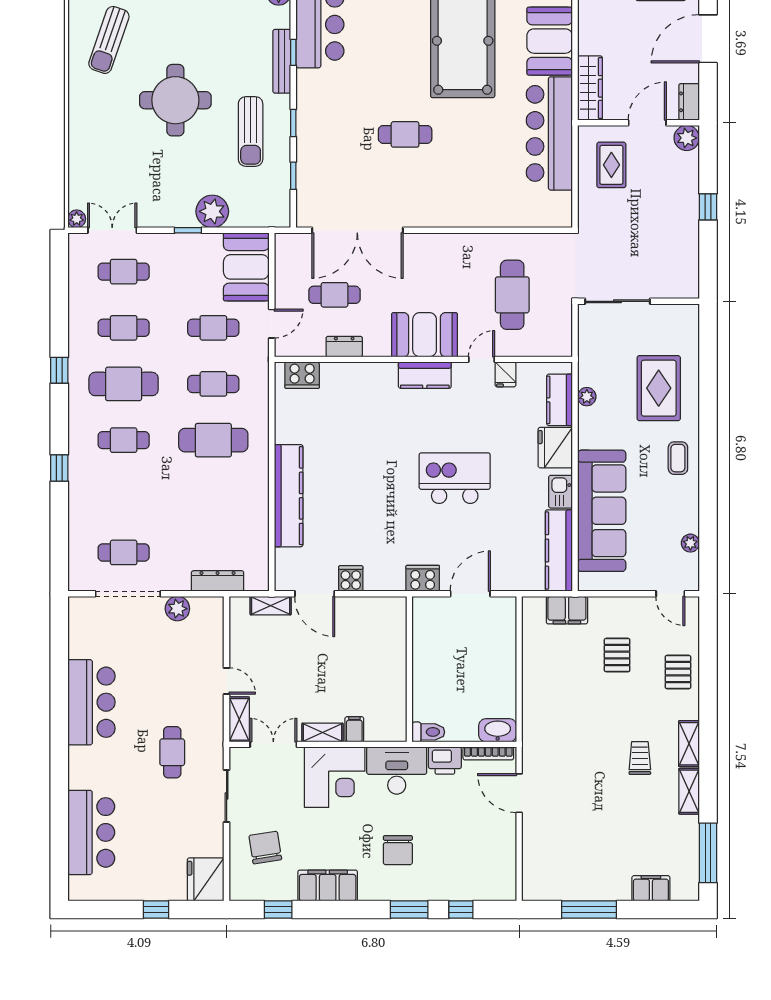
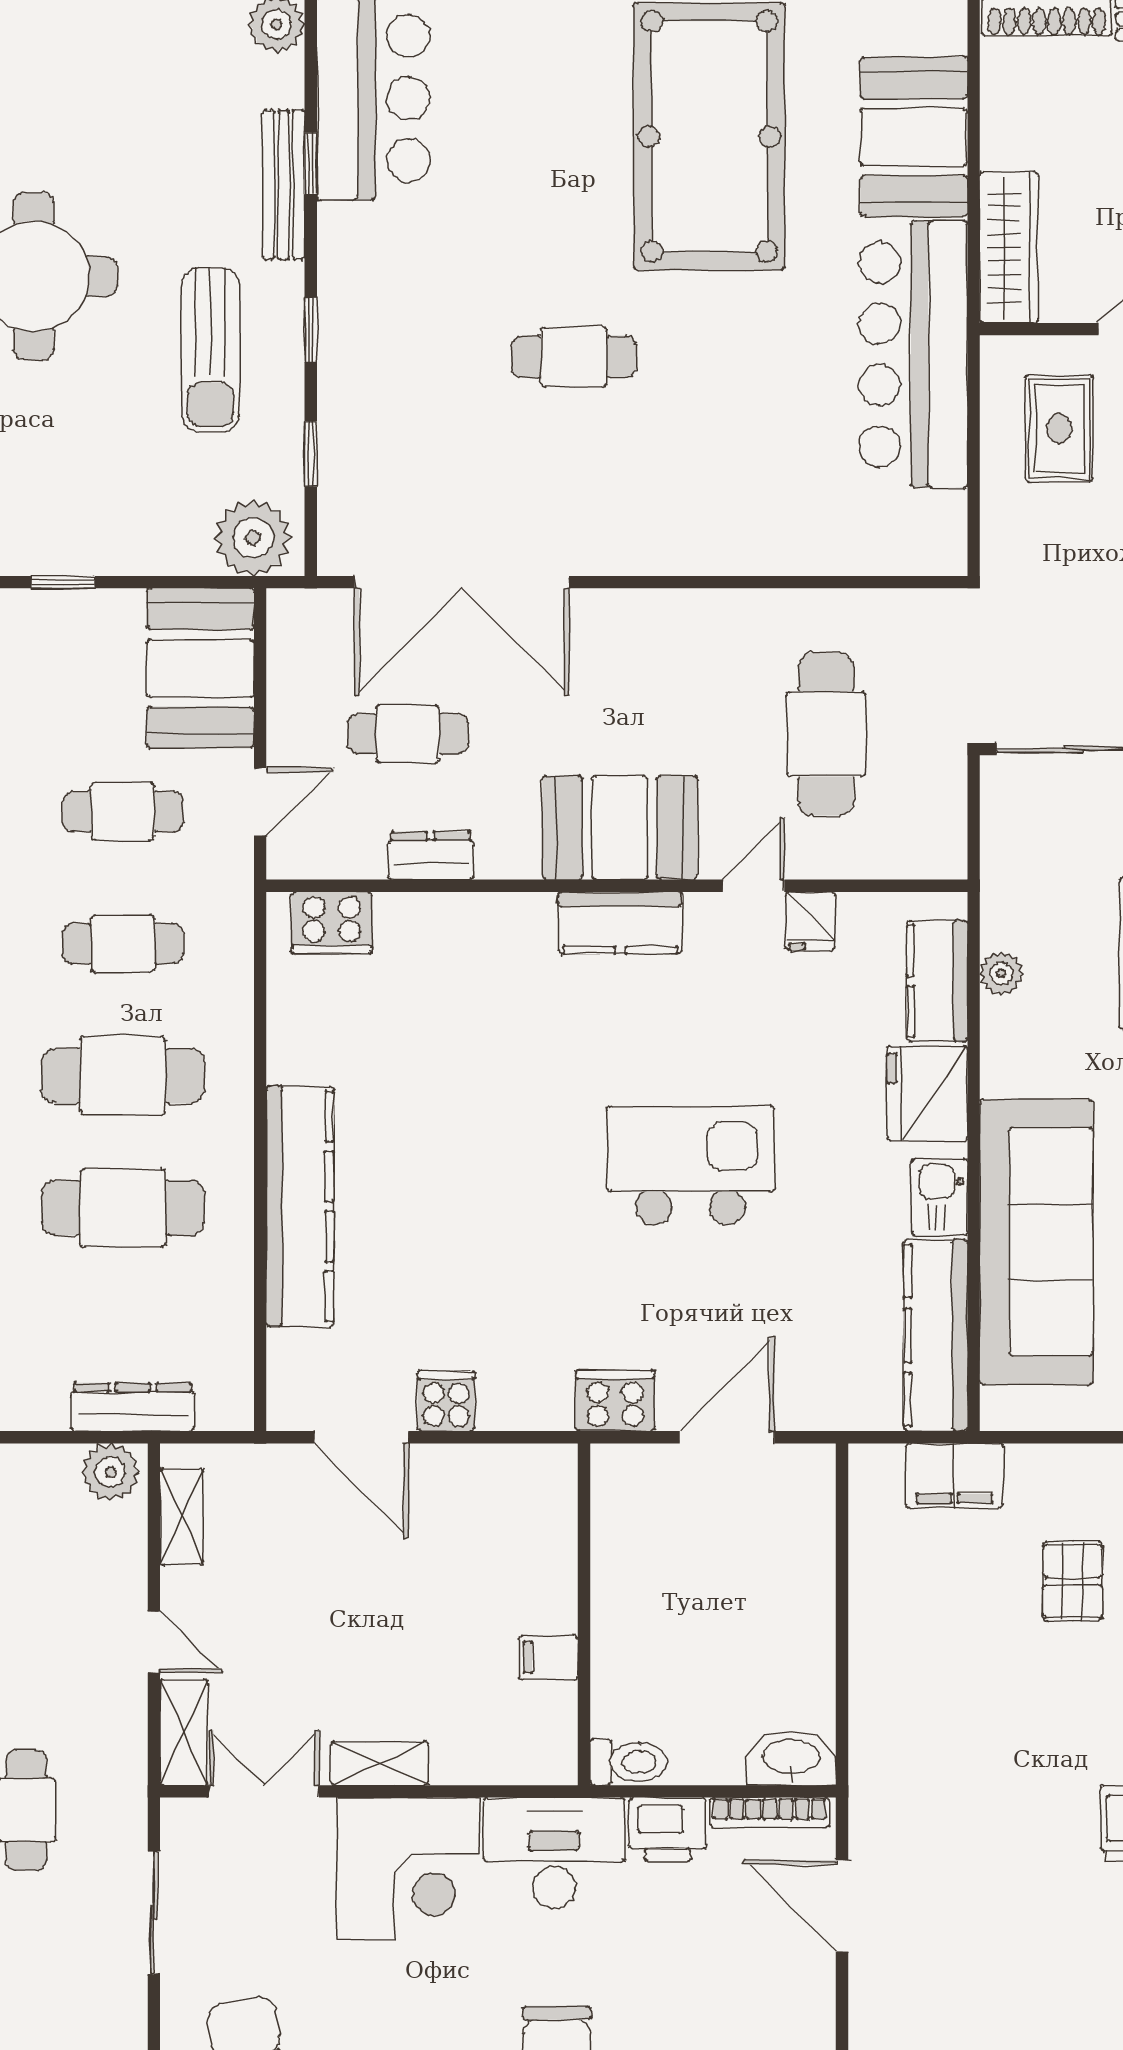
plant: (212, 211) -> (253, 538), moved
cafe table: (213, 496) -> (123, 1208), added
shelving: (271, 606) -> (182, 1517), moved, turned 90
plant: (177, 609) -> (110, 1472), moved
filing cabinet: (354, 729) -> (548, 1657), moved, turned -90

